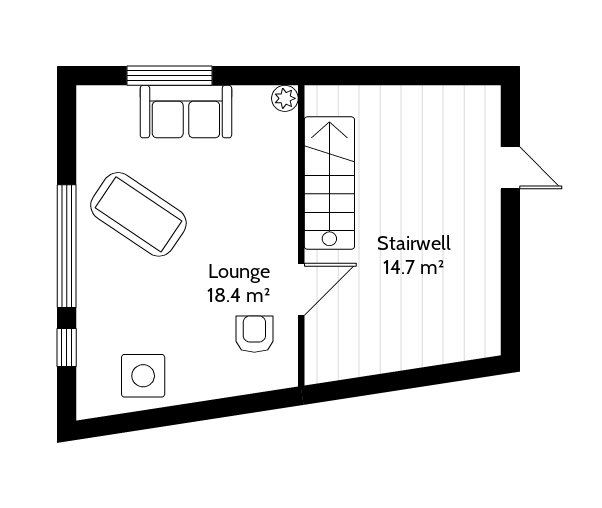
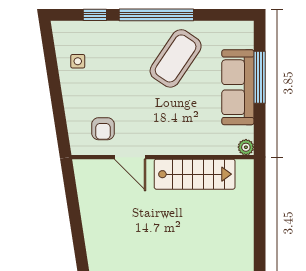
sofa: (186, 112) -> (238, 87), width x1.36
armchair: (254, 334) -> (103, 129), turned 90
side table: (143, 376) -> (78, 61), width x0.54, depth x0.54

